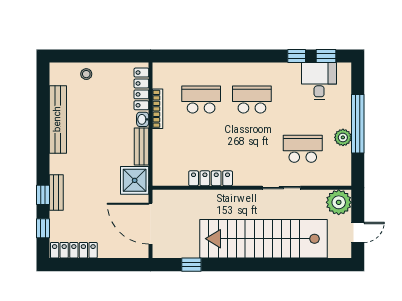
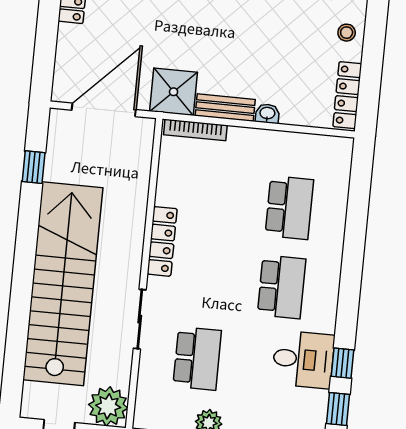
desk: (319, 81) -> (303, 359), moved
locker: (141, 89) -> (347, 95), moved, turned -90
bookcase: (158, 109) -> (195, 130), moved
locker: (211, 178) -> (162, 241), moved

